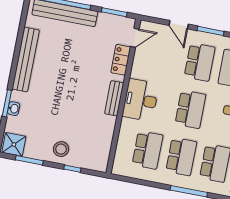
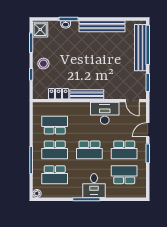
locker: (121, 60) -> (59, 94), moved
bench: (114, 98) -> (87, 94), width x1.36
desk: (141, 100) -> (105, 113), moved
school desk: (148, 150) -> (55, 125), turned 180

